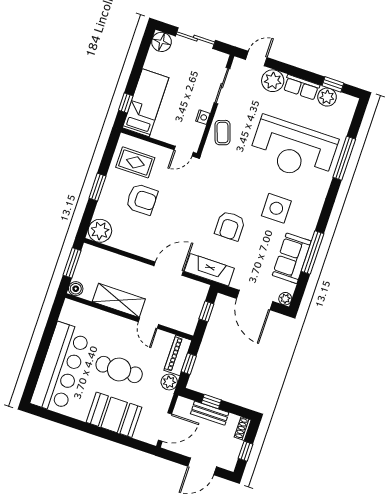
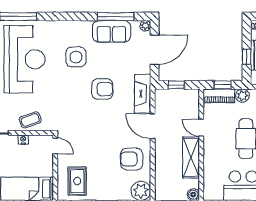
armchair: (142, 199) -> (132, 159), moved, turned -90
window: (312, 252) -> (116, 16), moved
door: (148, 323) -> (201, 128), swing flipped

